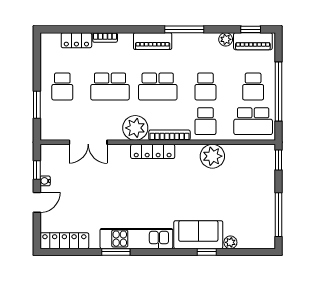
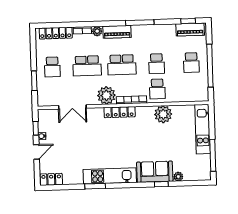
plant: (226, 39) -> (97, 31), moved
locker: (76, 40) -> (56, 33), width x1.53
school desk: (253, 121) -> (192, 88), removed
window: (279, 160) -> (211, 116), removed
kitchen unit: (266, 178) -> (203, 129), added
locker: (64, 241) -> (51, 179), width x0.66

